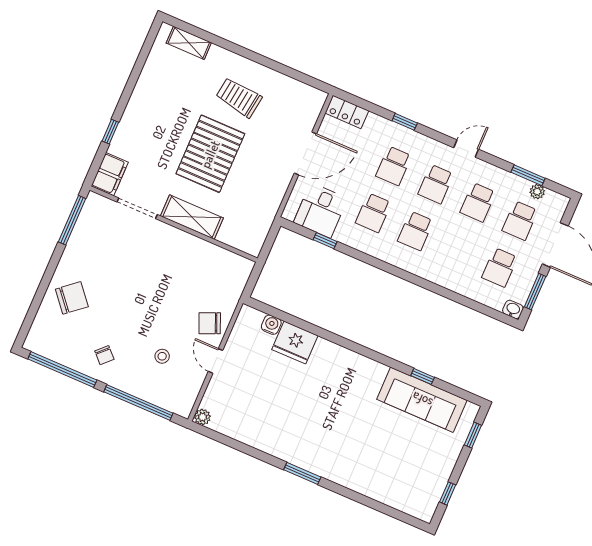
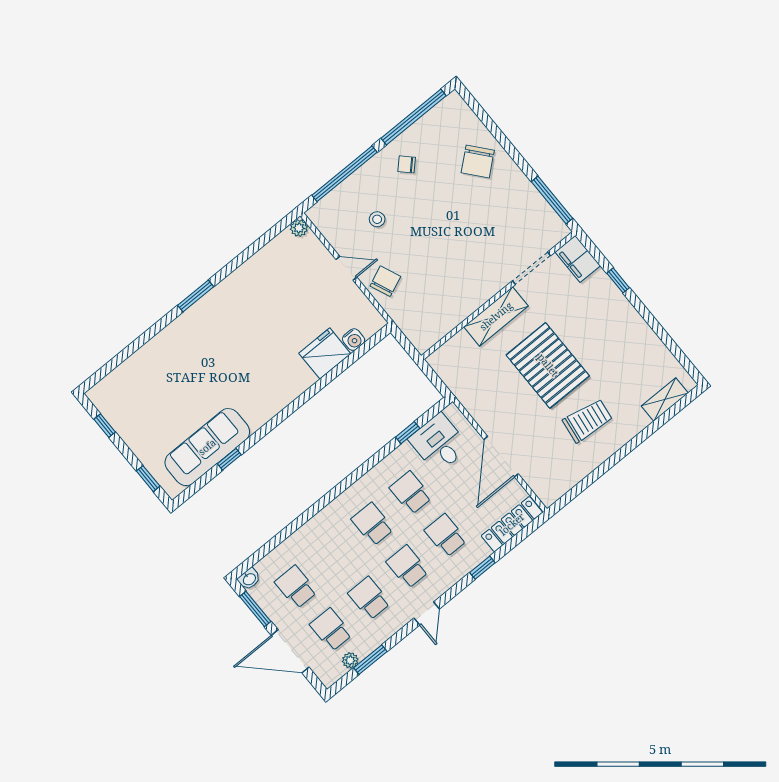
locker: (347, 112) -> (512, 524), width x1.53

